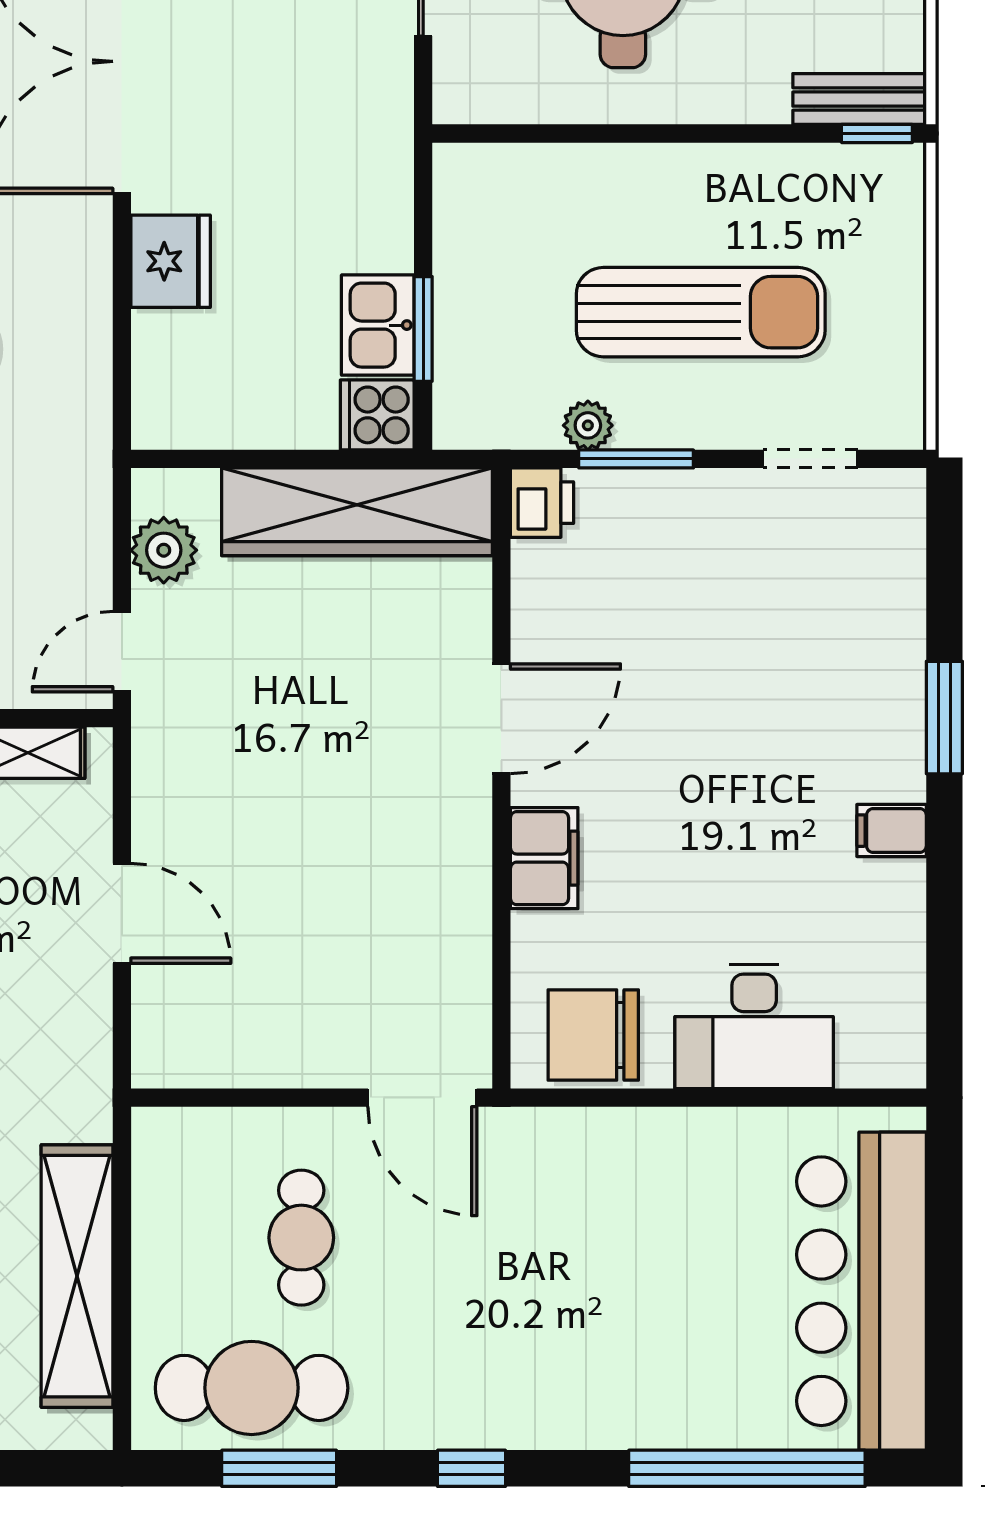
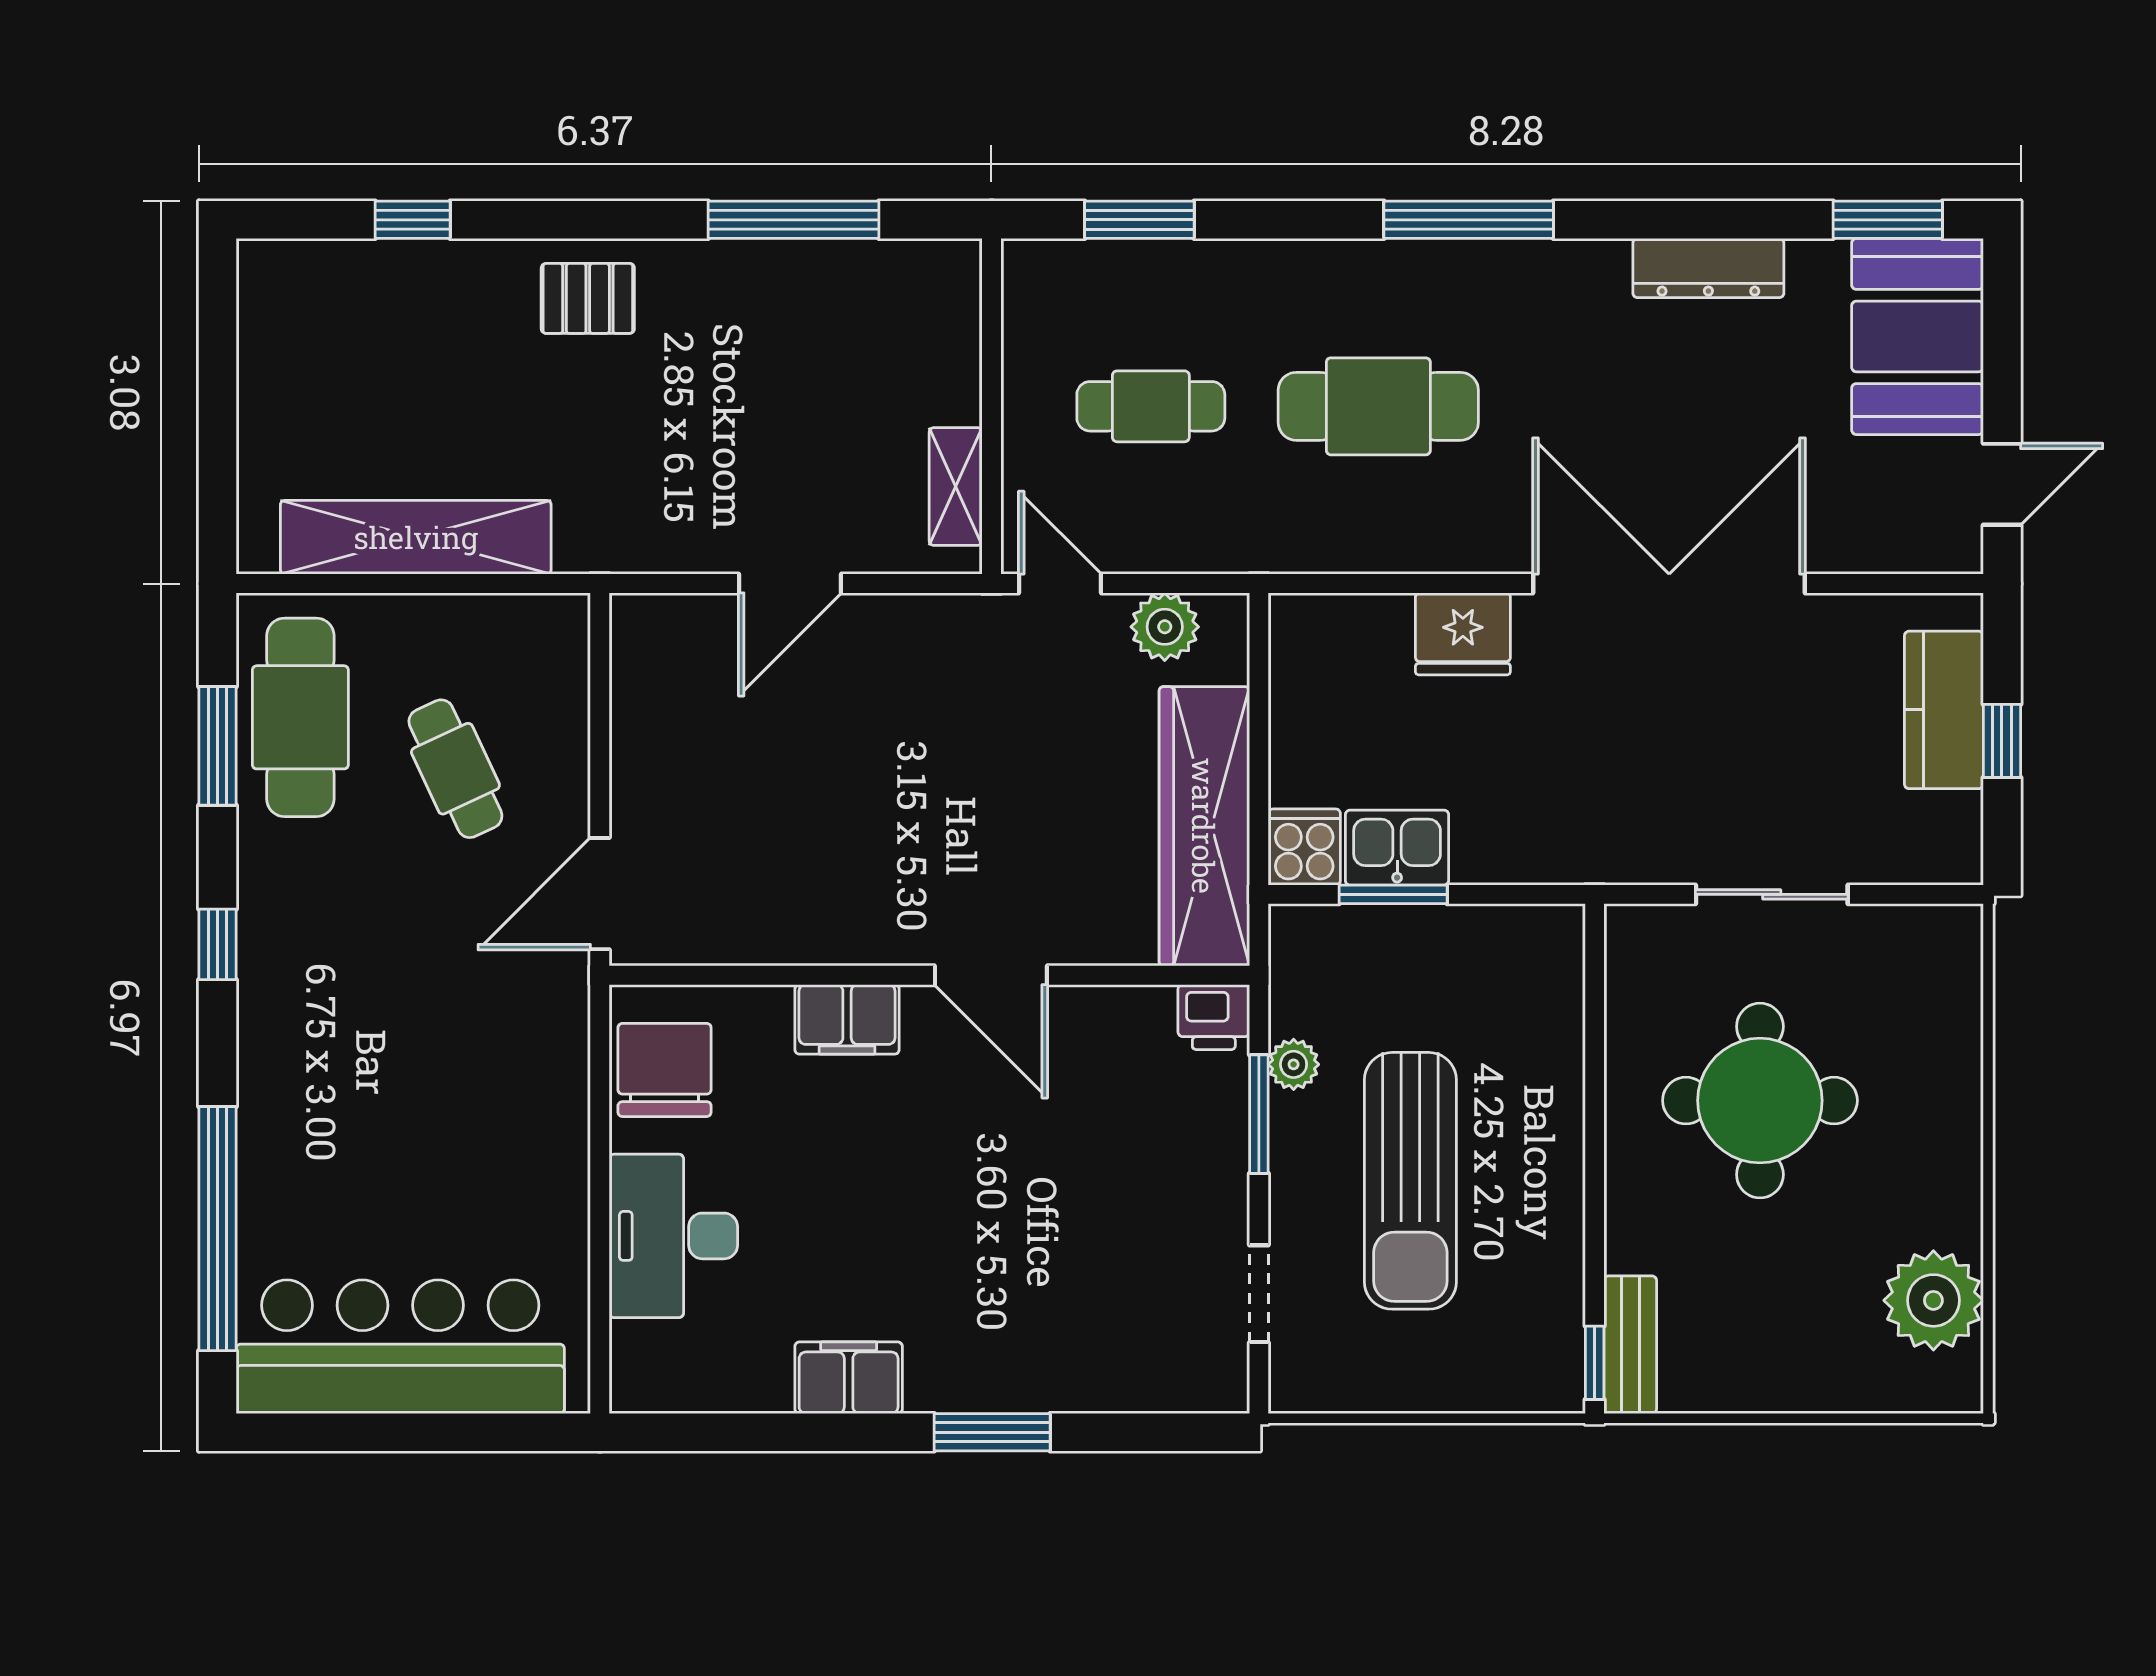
filing cabinet: (892, 831) -> (849, 1378), width x2.00
cafe table: (301, 1238) -> (455, 769), turned 65

